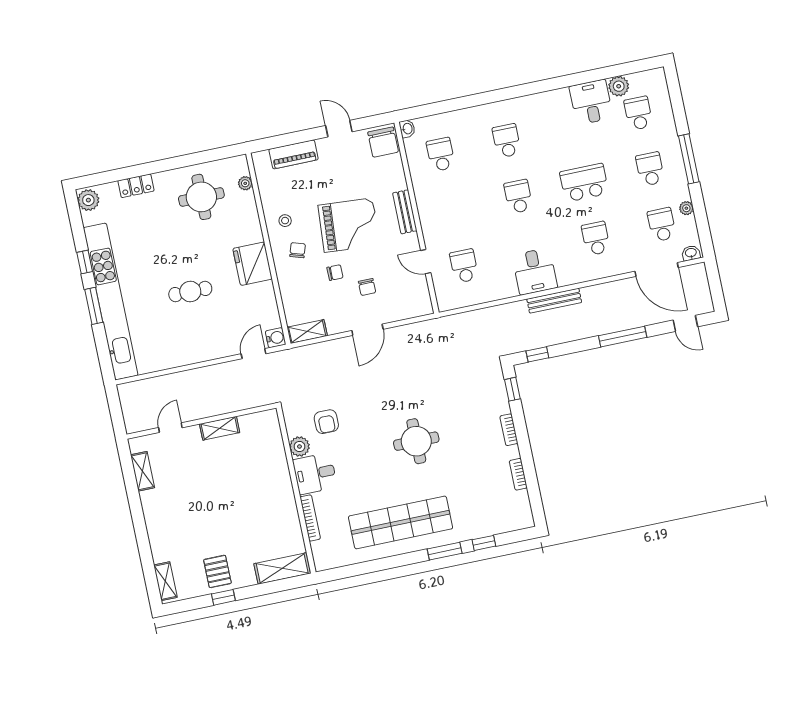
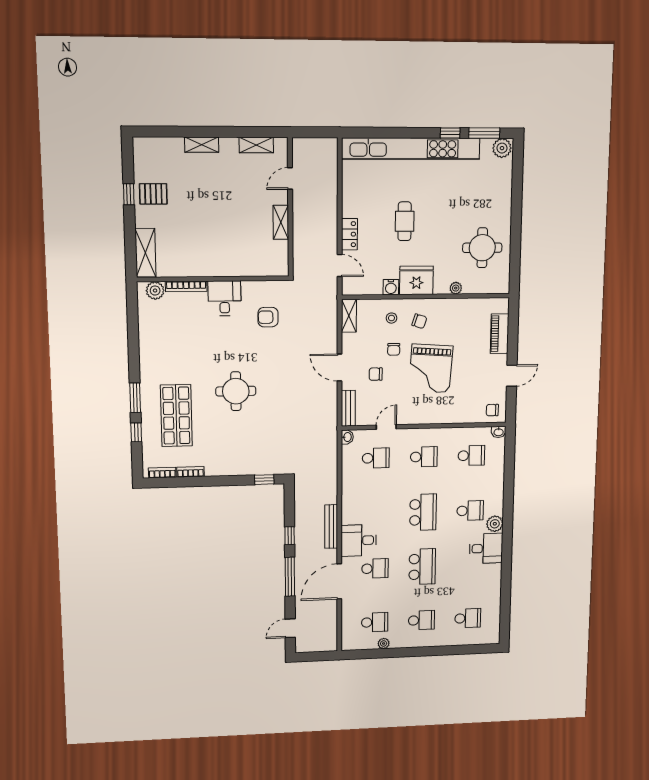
plant: (619, 86) -> (495, 524), moved
desk: (591, 102) -> (486, 548), moved
chair: (383, 142) -> (492, 410), width x0.54, depth x0.54
window: (689, 159) -> (422, 651), removed
plant: (245, 183) -> (456, 288), moved
locker: (136, 186) -> (349, 234), moved, turned 180
school desk: (518, 196) -> (423, 512), width x1.85
school desk: (452, 210) -> (424, 457), added
bench: (405, 212) -> (348, 408), moved, turned 90
stool: (285, 221) -> (391, 318), moved
washbasin: (691, 253) -> (347, 437), moved
door: (657, 269) -> (339, 581), moved
desk: (535, 271) -> (359, 540), moved
window: (94, 306) -> (484, 133), moved
water cooler: (276, 338) -> (391, 287), moved
window: (537, 354) -> (290, 536), moved
door: (170, 428) -> (290, 178), swing flipped
bookcase: (509, 430) -> (162, 473), moved
plant: (299, 447) -> (155, 291), moved
shop shelf: (401, 522) -> (176, 416), moved, width x0.71
shelving: (165, 581) -> (202, 145), moved

